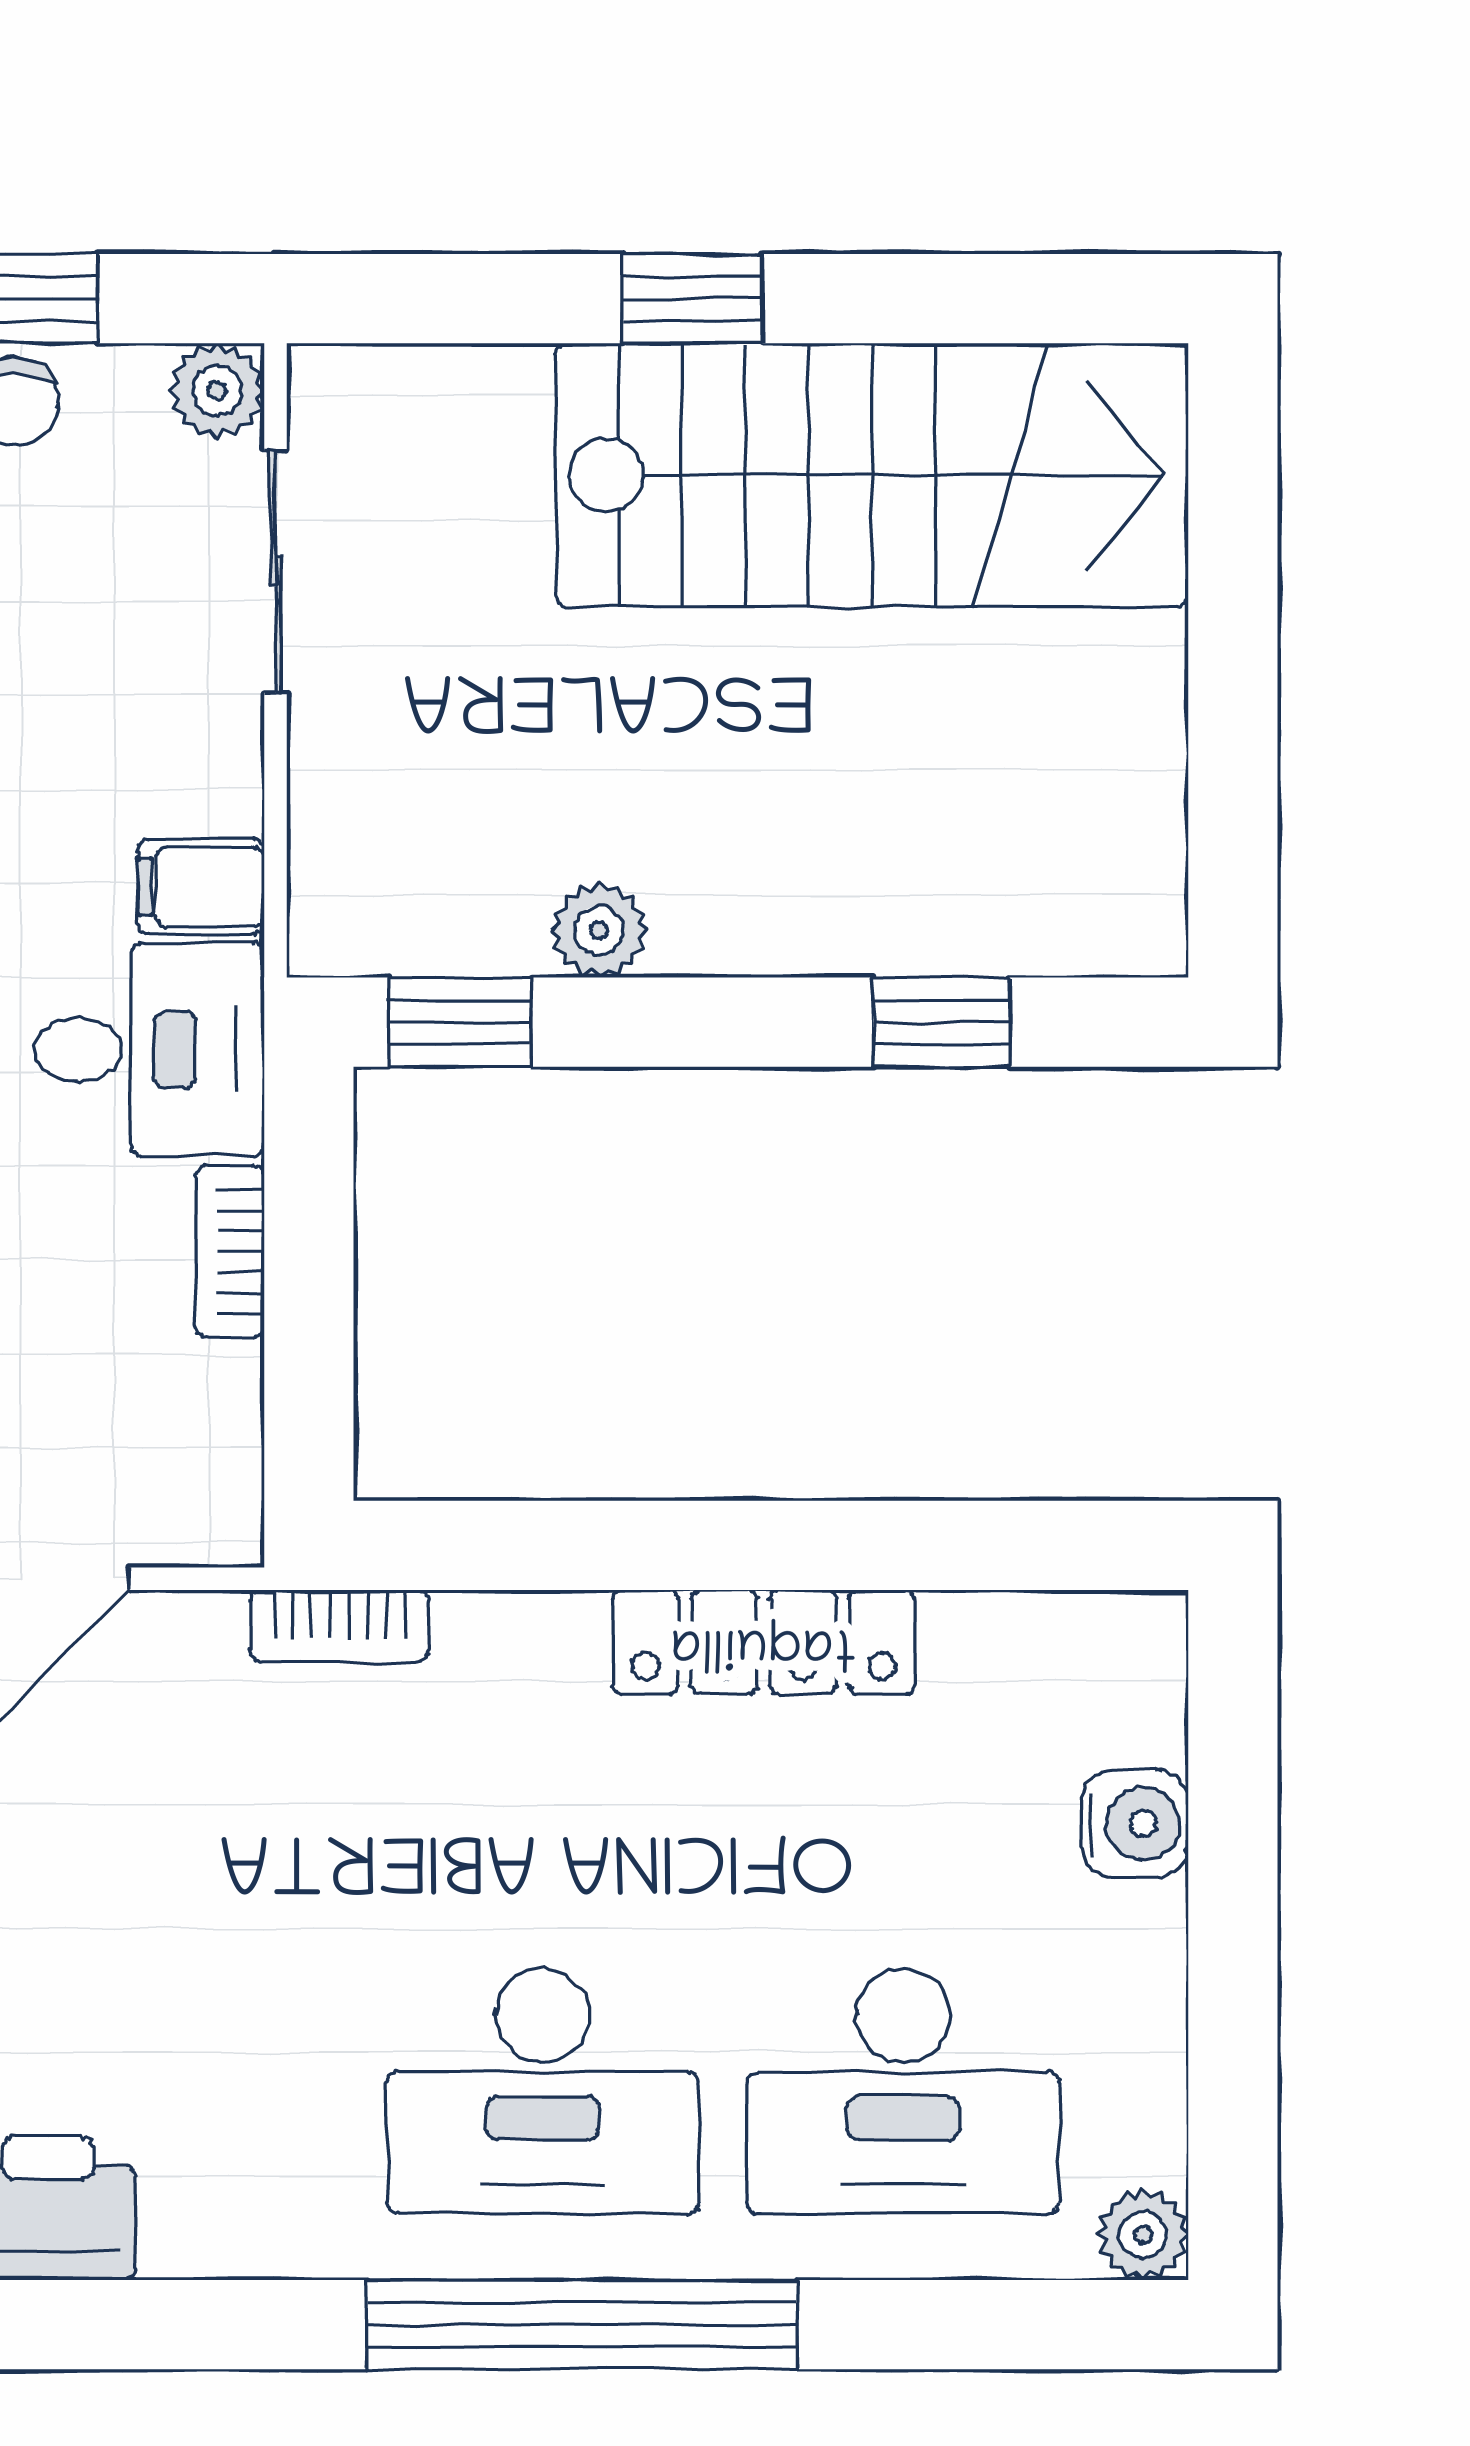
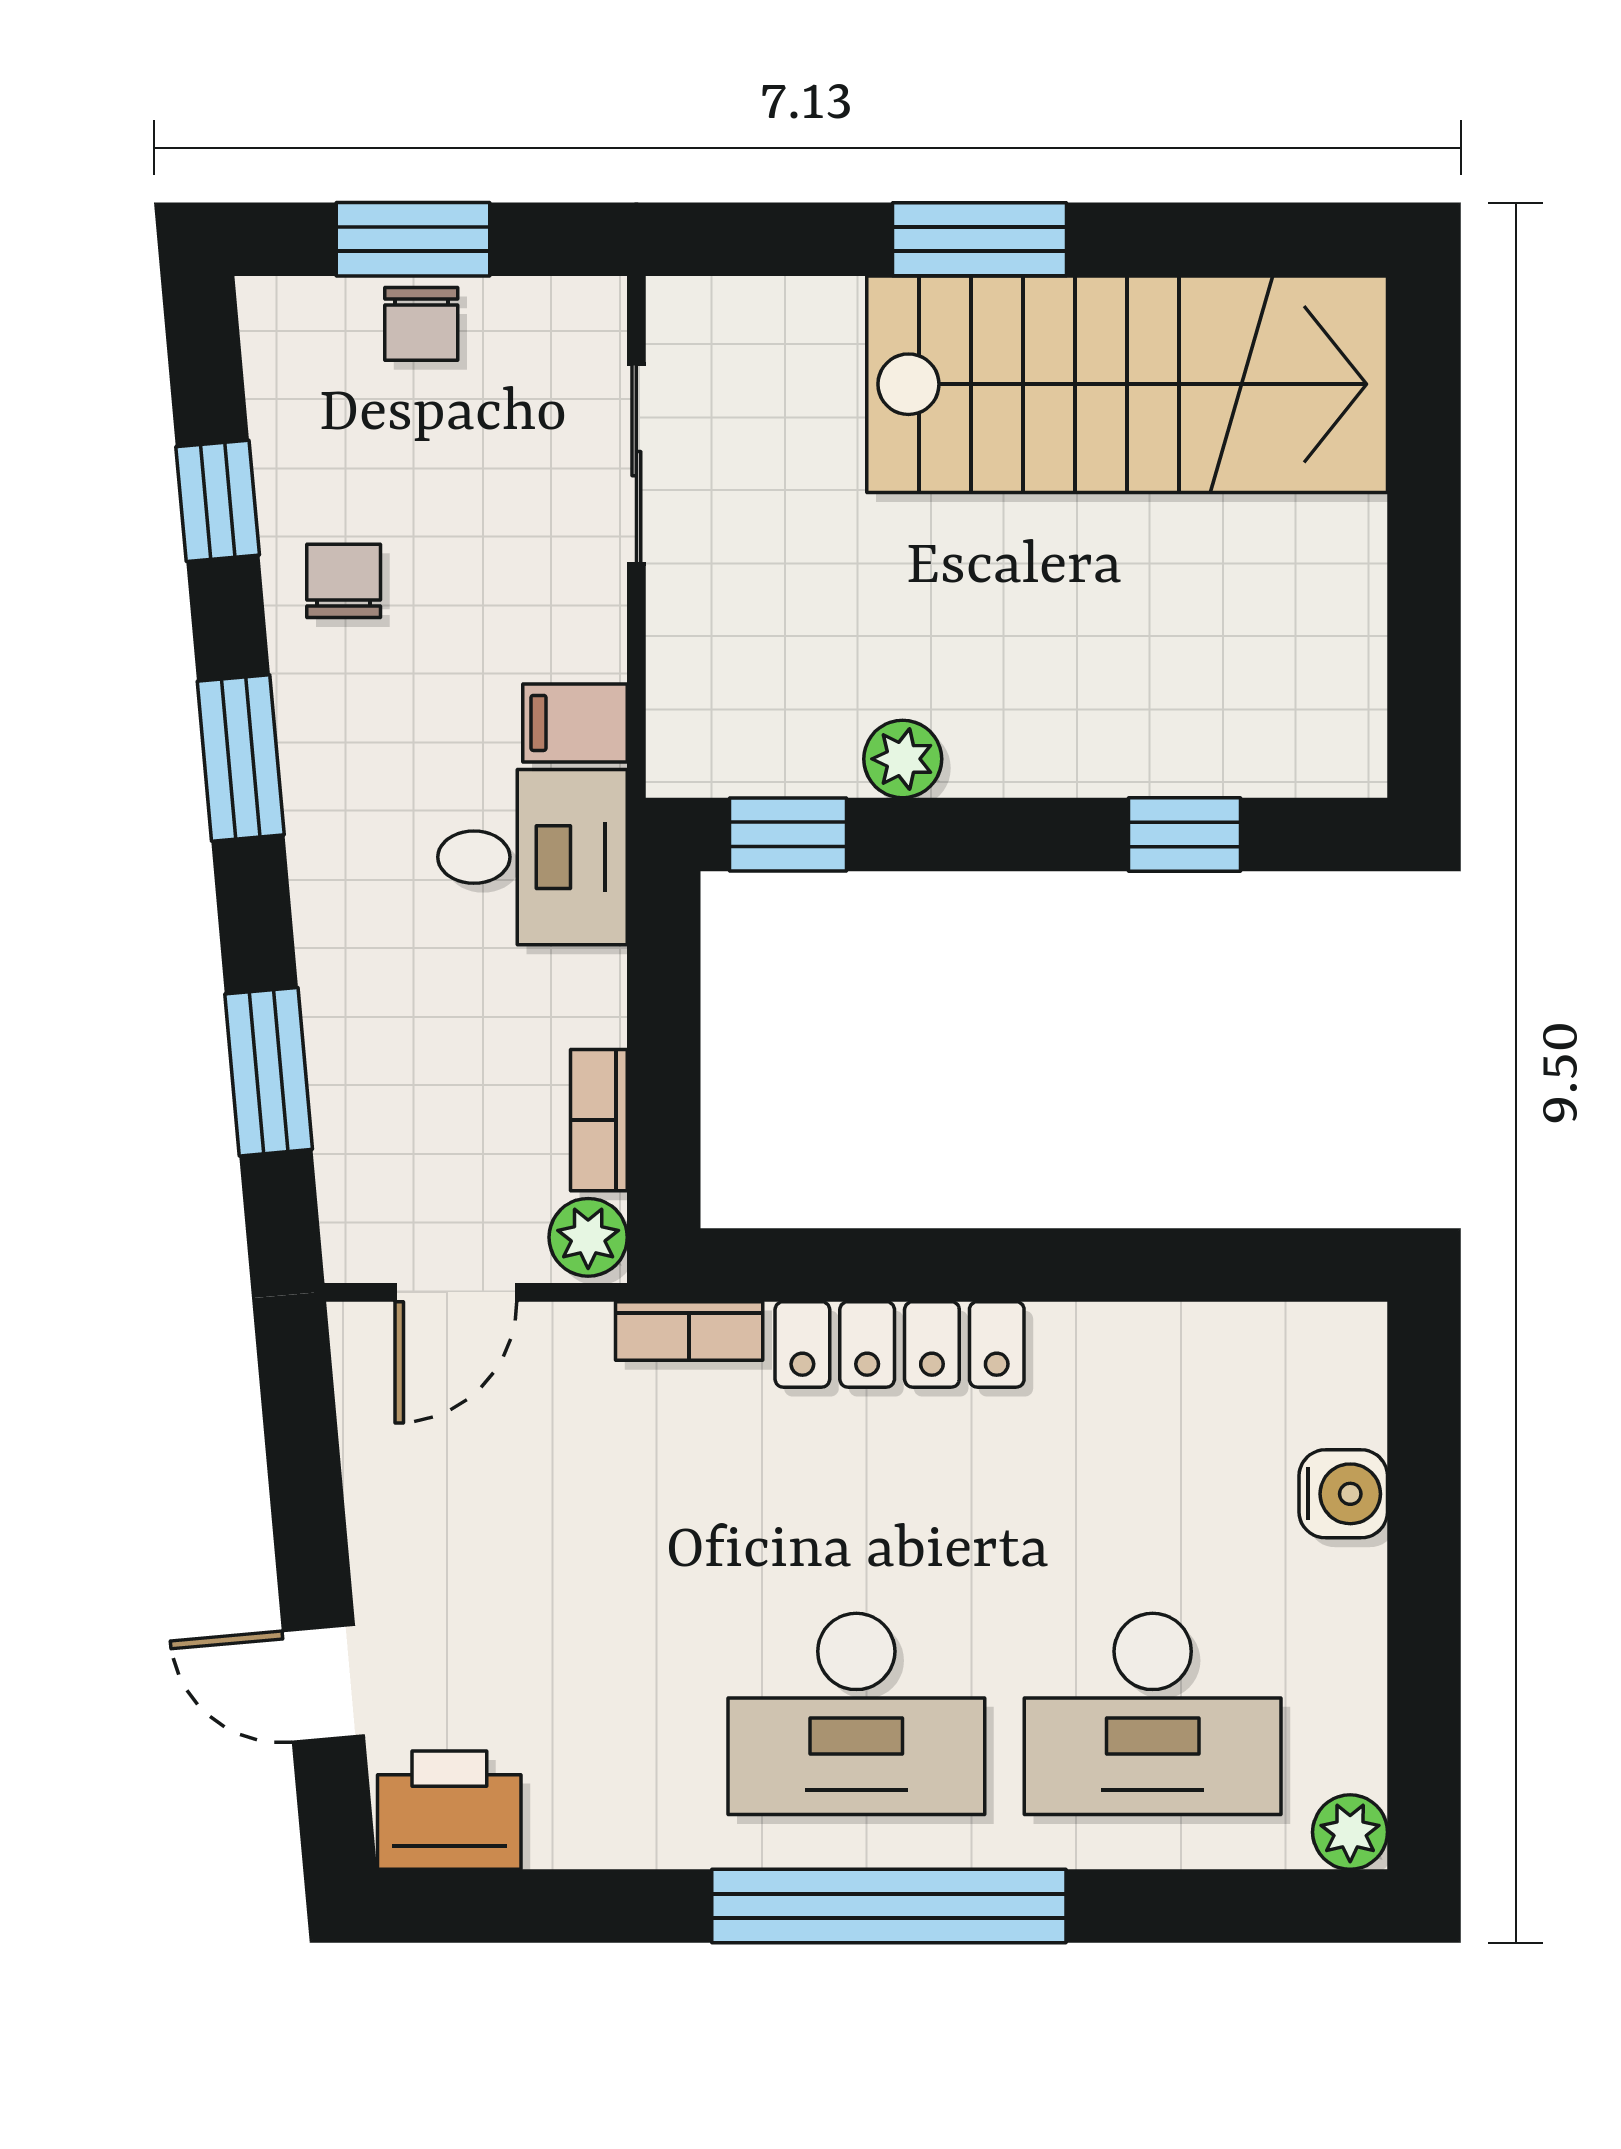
window: (693, 299) -> (979, 239), width x1.50
plant: (217, 391) -> (588, 1237), moved
bookcase: (230, 1251) -> (599, 1120), moved
locker: (764, 1642) -> (900, 1344), moved

